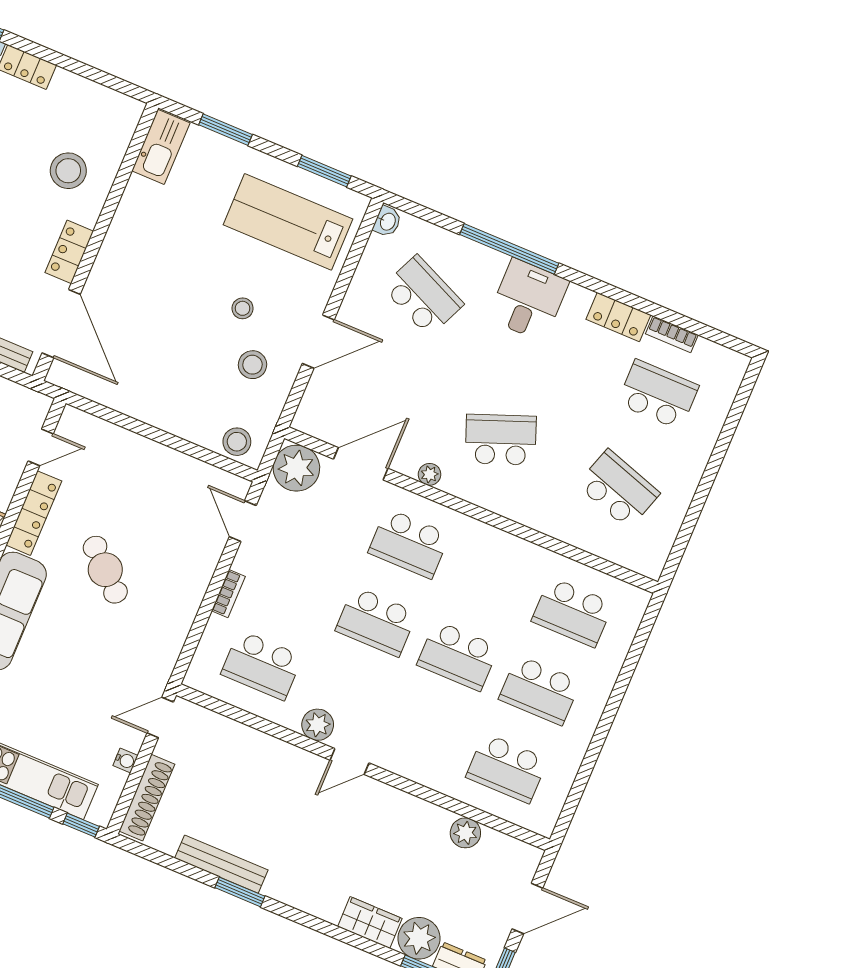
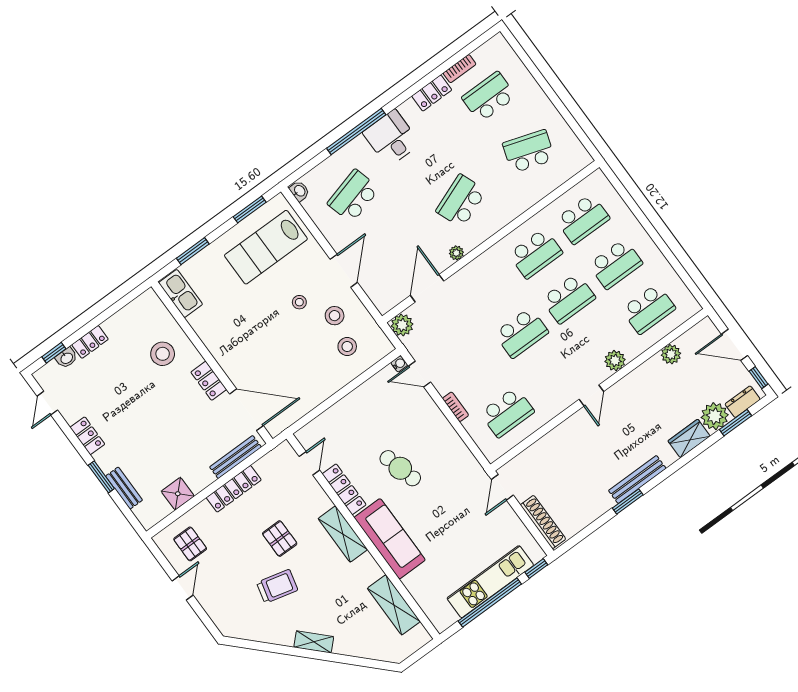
school desk: (423, 296) -> (353, 196), turned -39
stool: (237, 442) -> (347, 346), moved
plant: (296, 468) -> (402, 325), width x0.73, depth x0.73
school desk: (409, 544) -> (536, 253), moved
cafe table: (105, 570) -> (400, 468), turned 32
plant: (318, 725) -> (615, 361), moved
water cooler: (125, 760) -> (399, 364), moved
bench: (221, 864) -> (637, 479), moved
door: (527, 908) -> (735, 345), swing flipped

